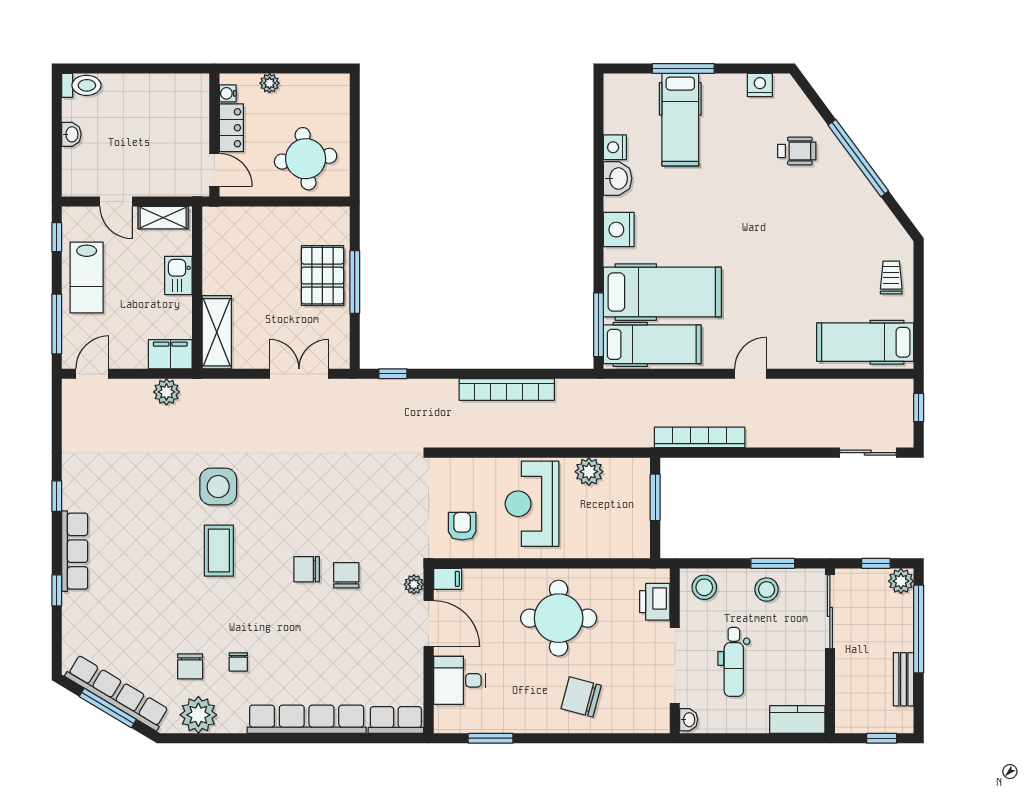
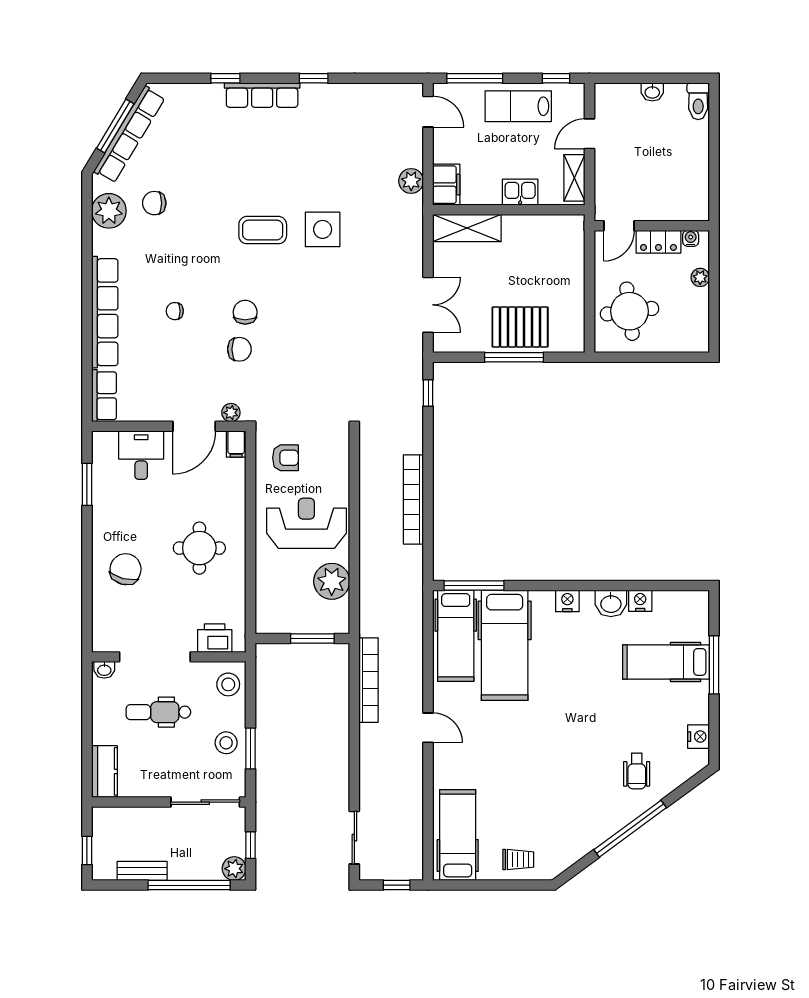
nightstand: (619, 230) -> (567, 601), width x0.74, depth x0.75
plant: (589, 472) -> (332, 581), width x1.36, depth x1.36
round table: (559, 618) -> (199, 548), width x0.73, depth x0.73
chair: (238, 662) -> (175, 311), moved

